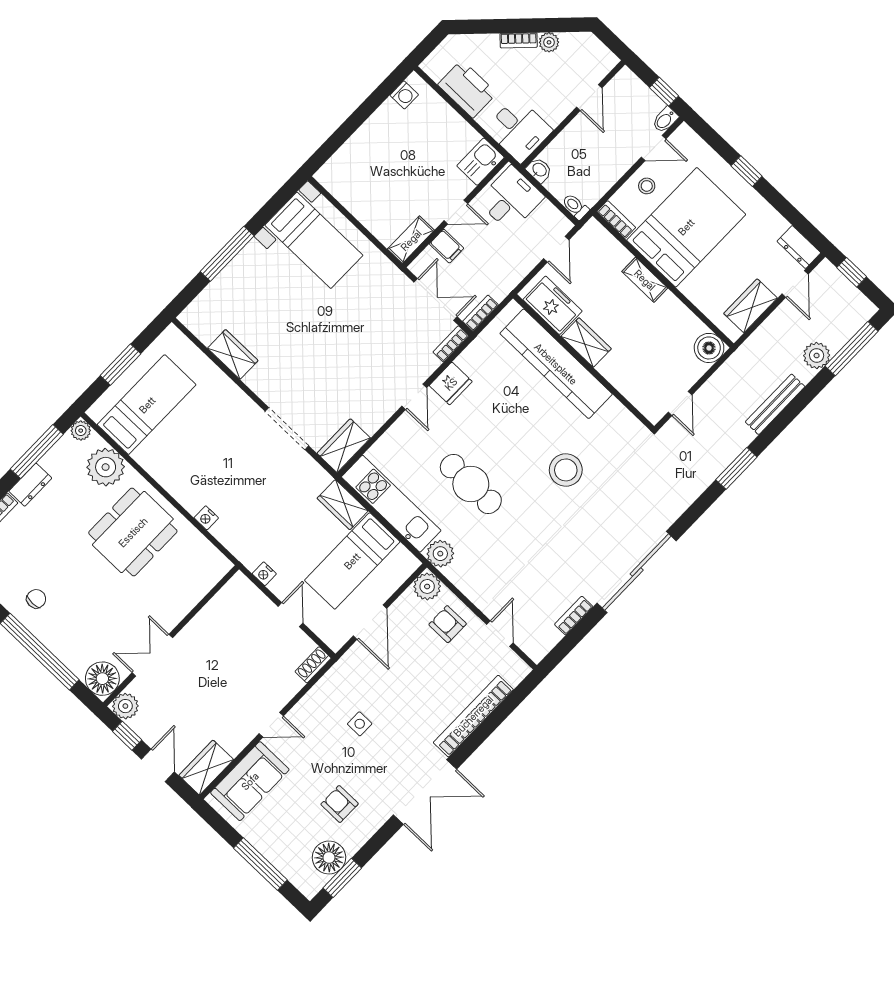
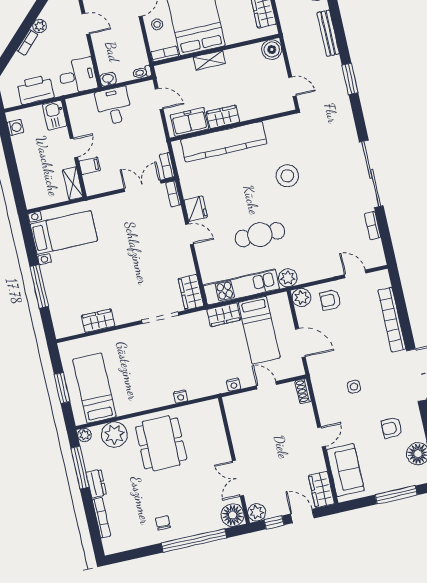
kitchen sink: (481, 162) -> (55, 115), moved
door: (456, 212) -> (74, 148), moved
wall: (456, 212) -> (74, 148), moved
shelving: (411, 240) -> (73, 184), moved
filing cabinet: (447, 246) -> (90, 166), moved

